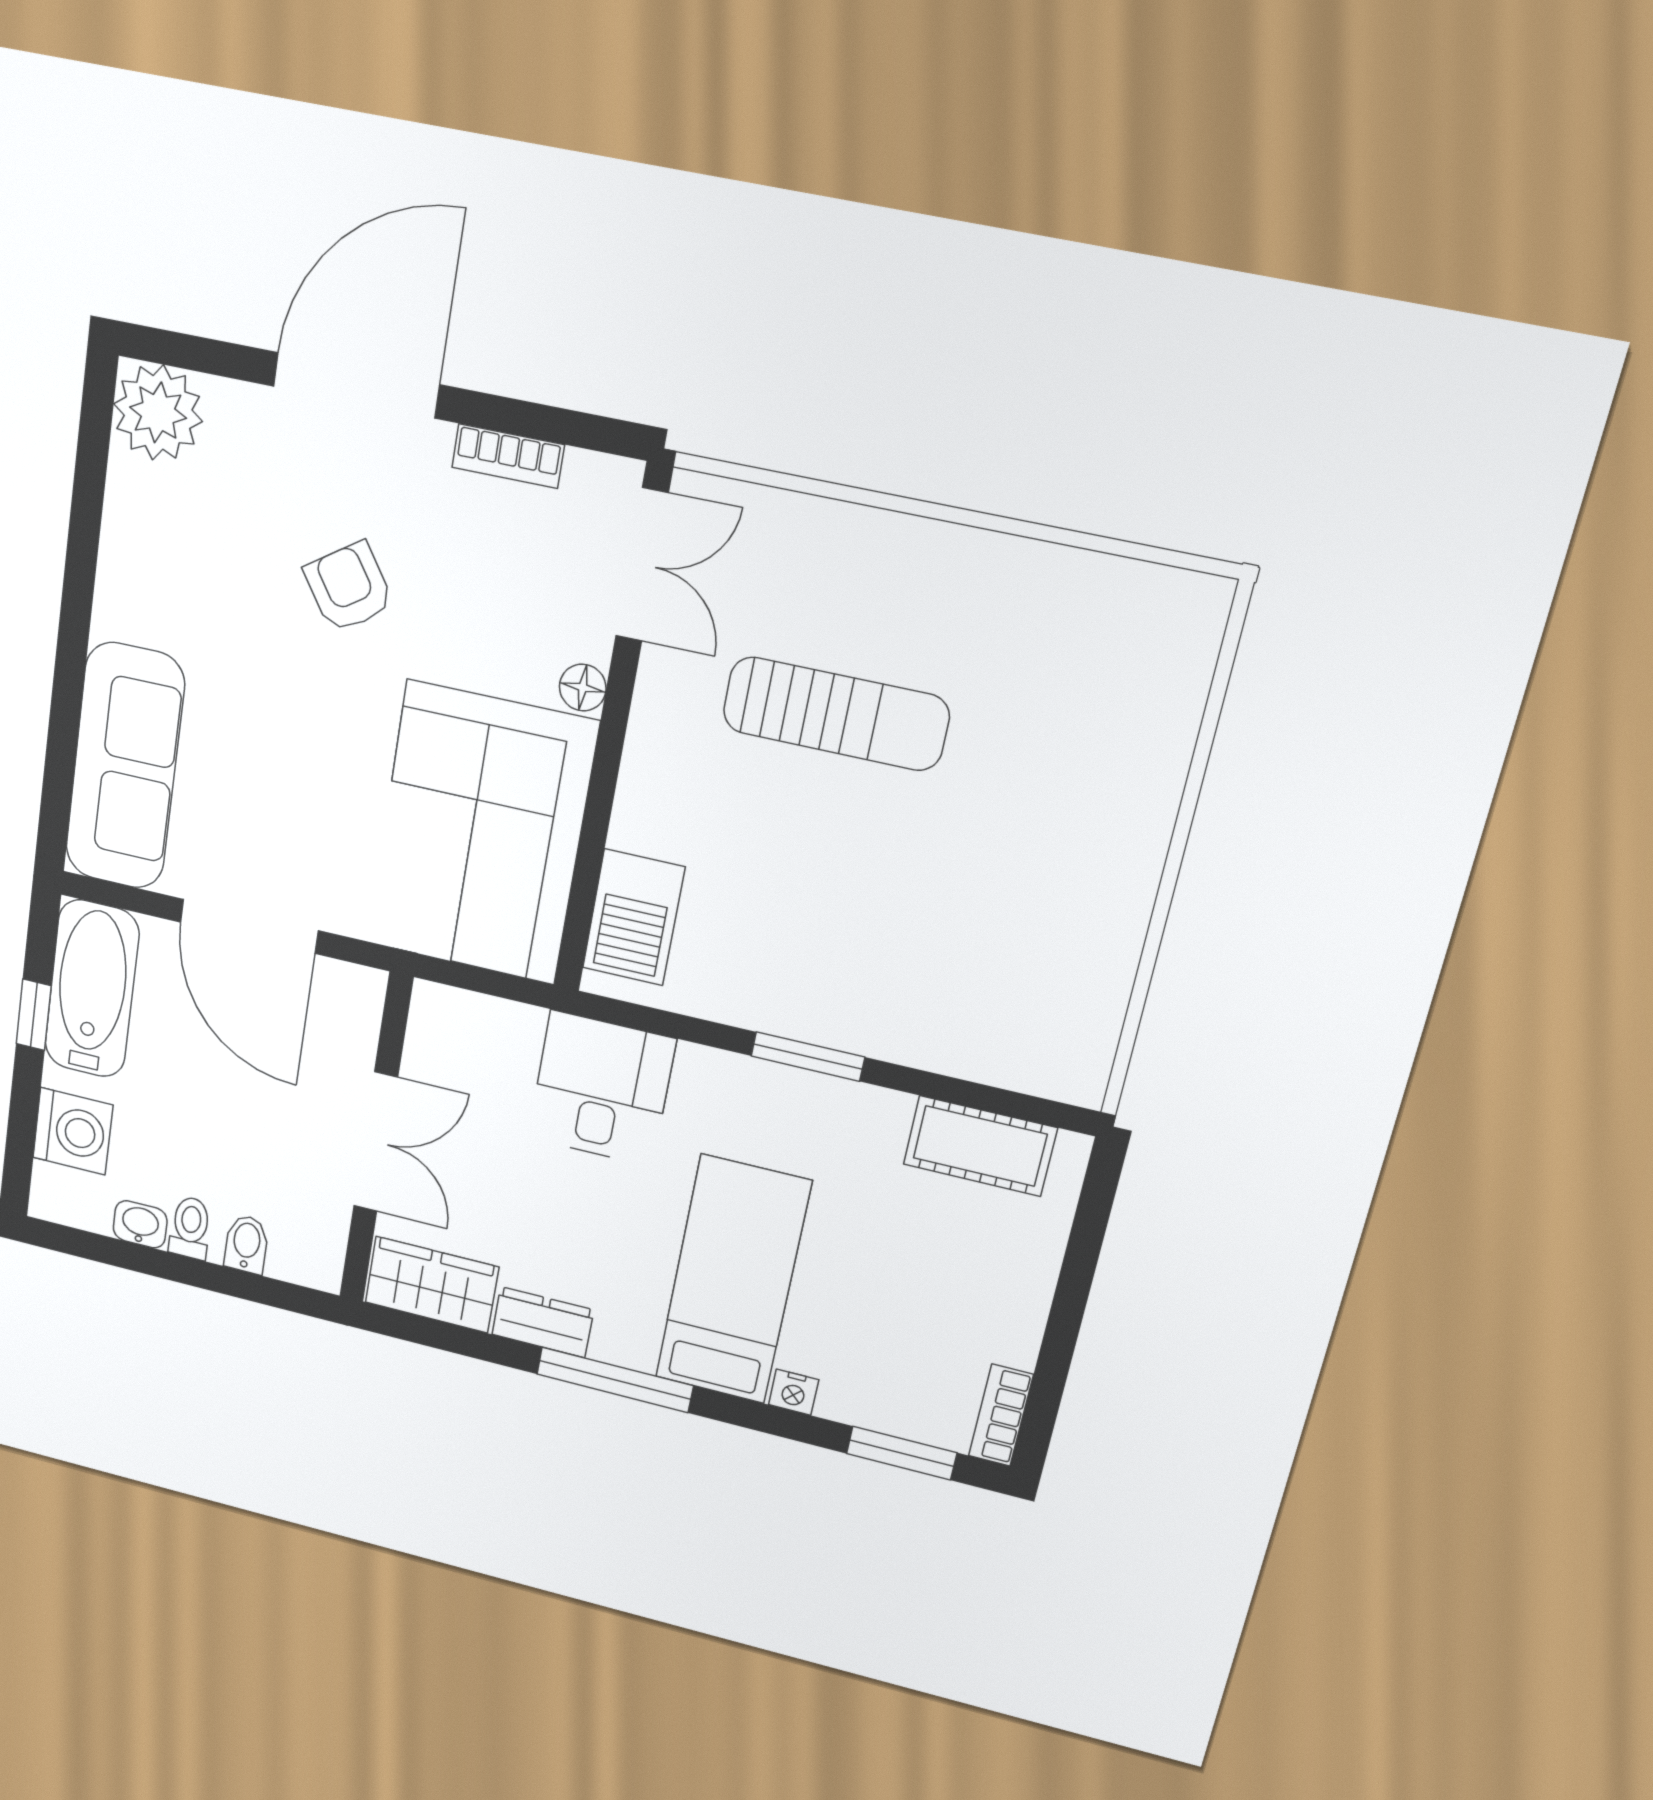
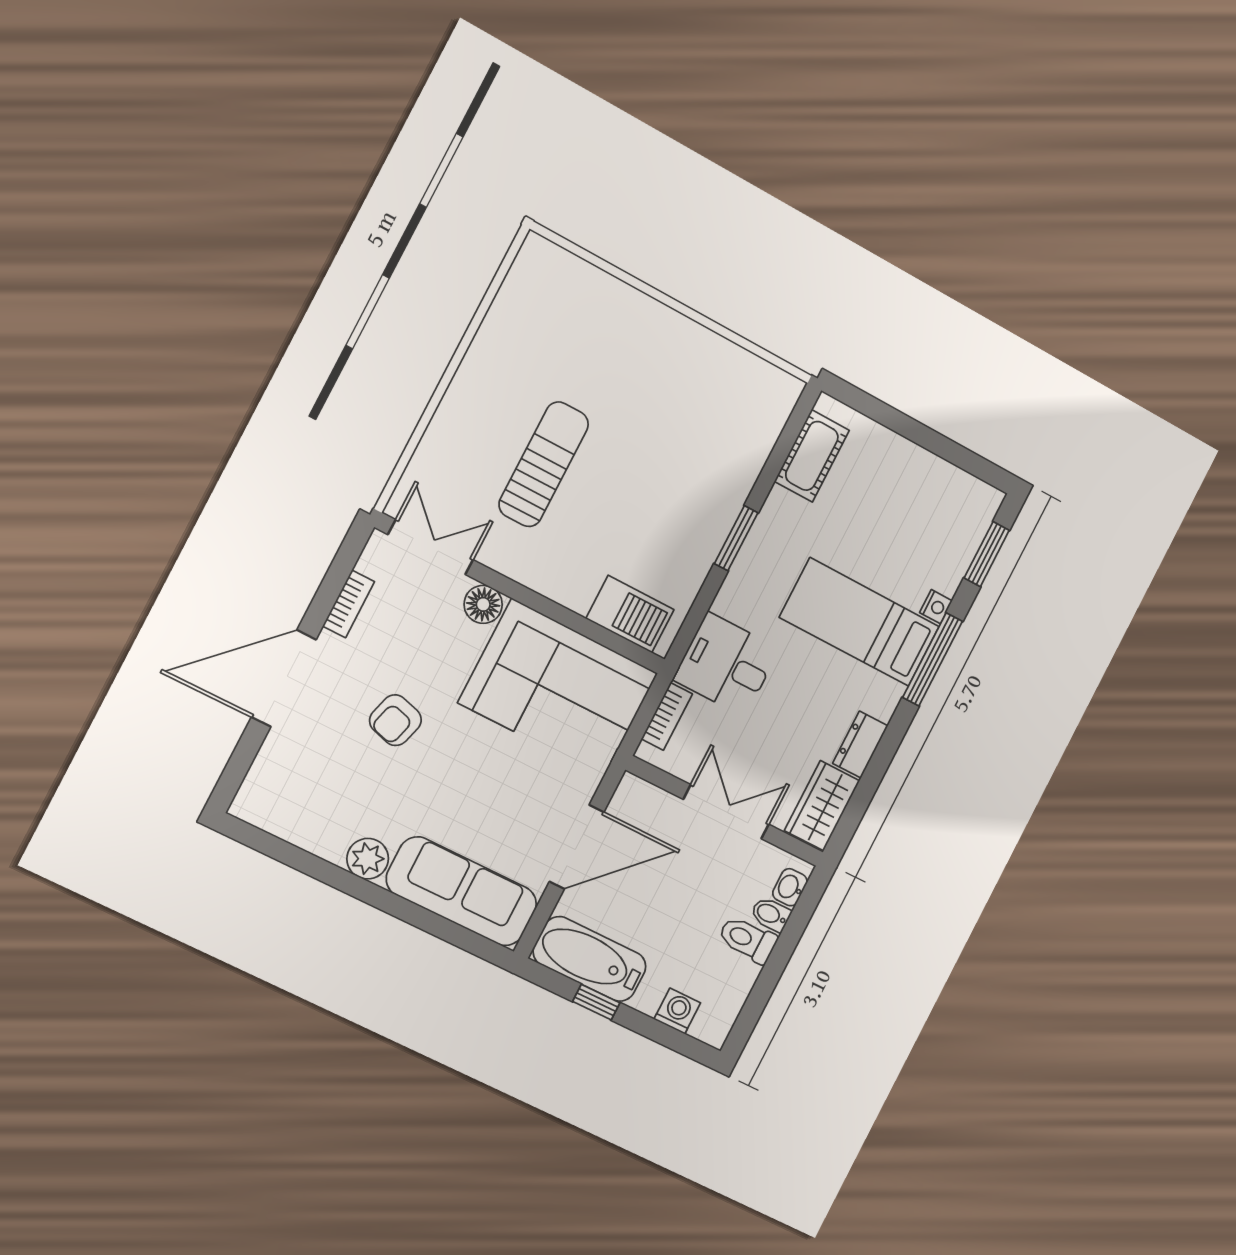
door: (356, 385) -> (284, 678), hinge flipped
plant: (158, 413) -> (368, 859), moved, width x0.73, depth x0.73
armchair: (349, 587) -> (395, 720), turned -40
floor lamp: (583, 688) -> (483, 604), width x1.37, depth x1.37
washing machine: (73, 1131) -> (677, 1011), width x0.73, depth x0.73
washbasin: (140, 1224) -> (790, 887), moved
toilet: (190, 1228) -> (748, 940), width x1.37, depth x1.39
window: (615, 1380) -> (933, 659), moved
bookcase: (1001, 1415) -> (667, 716), moved, turned -90

